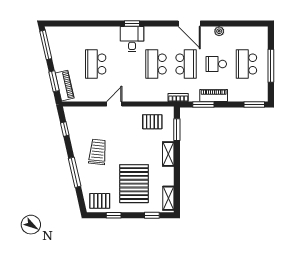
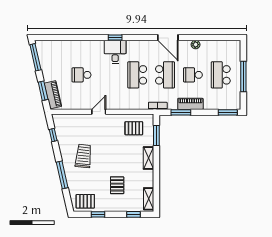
school desk: (96, 64) -> (82, 75), width x0.54
pallet: (134, 184) -> (117, 185), width x0.49, depth x0.50

